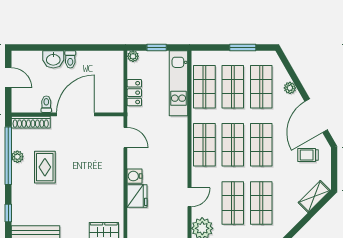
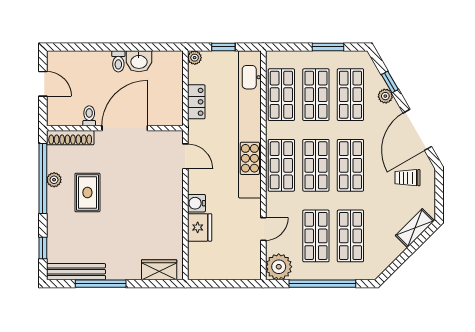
washbasin: (53, 59) -> (139, 61), moved
window: (294, 76) -> (390, 82), added
kitchen unit: (178, 83) -> (250, 124), width x1.86

